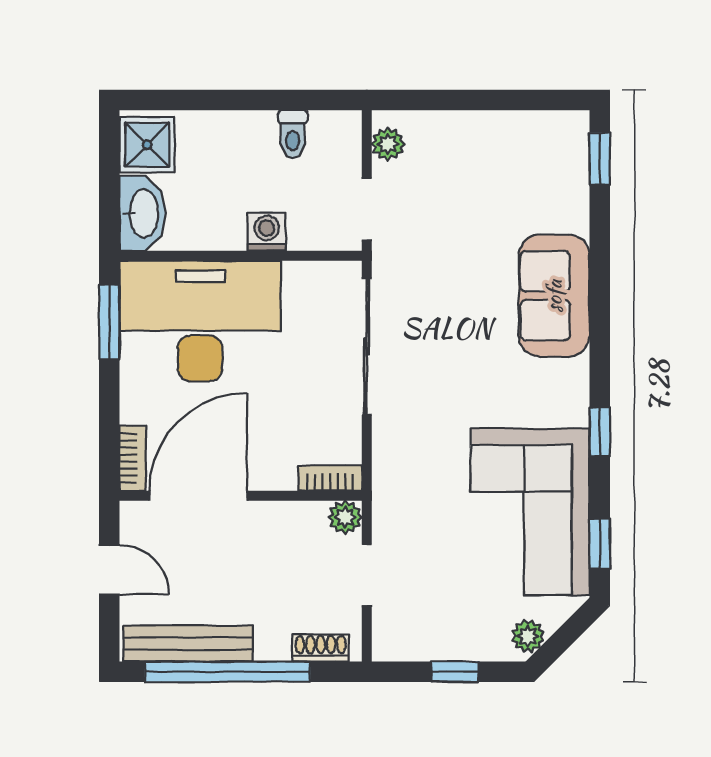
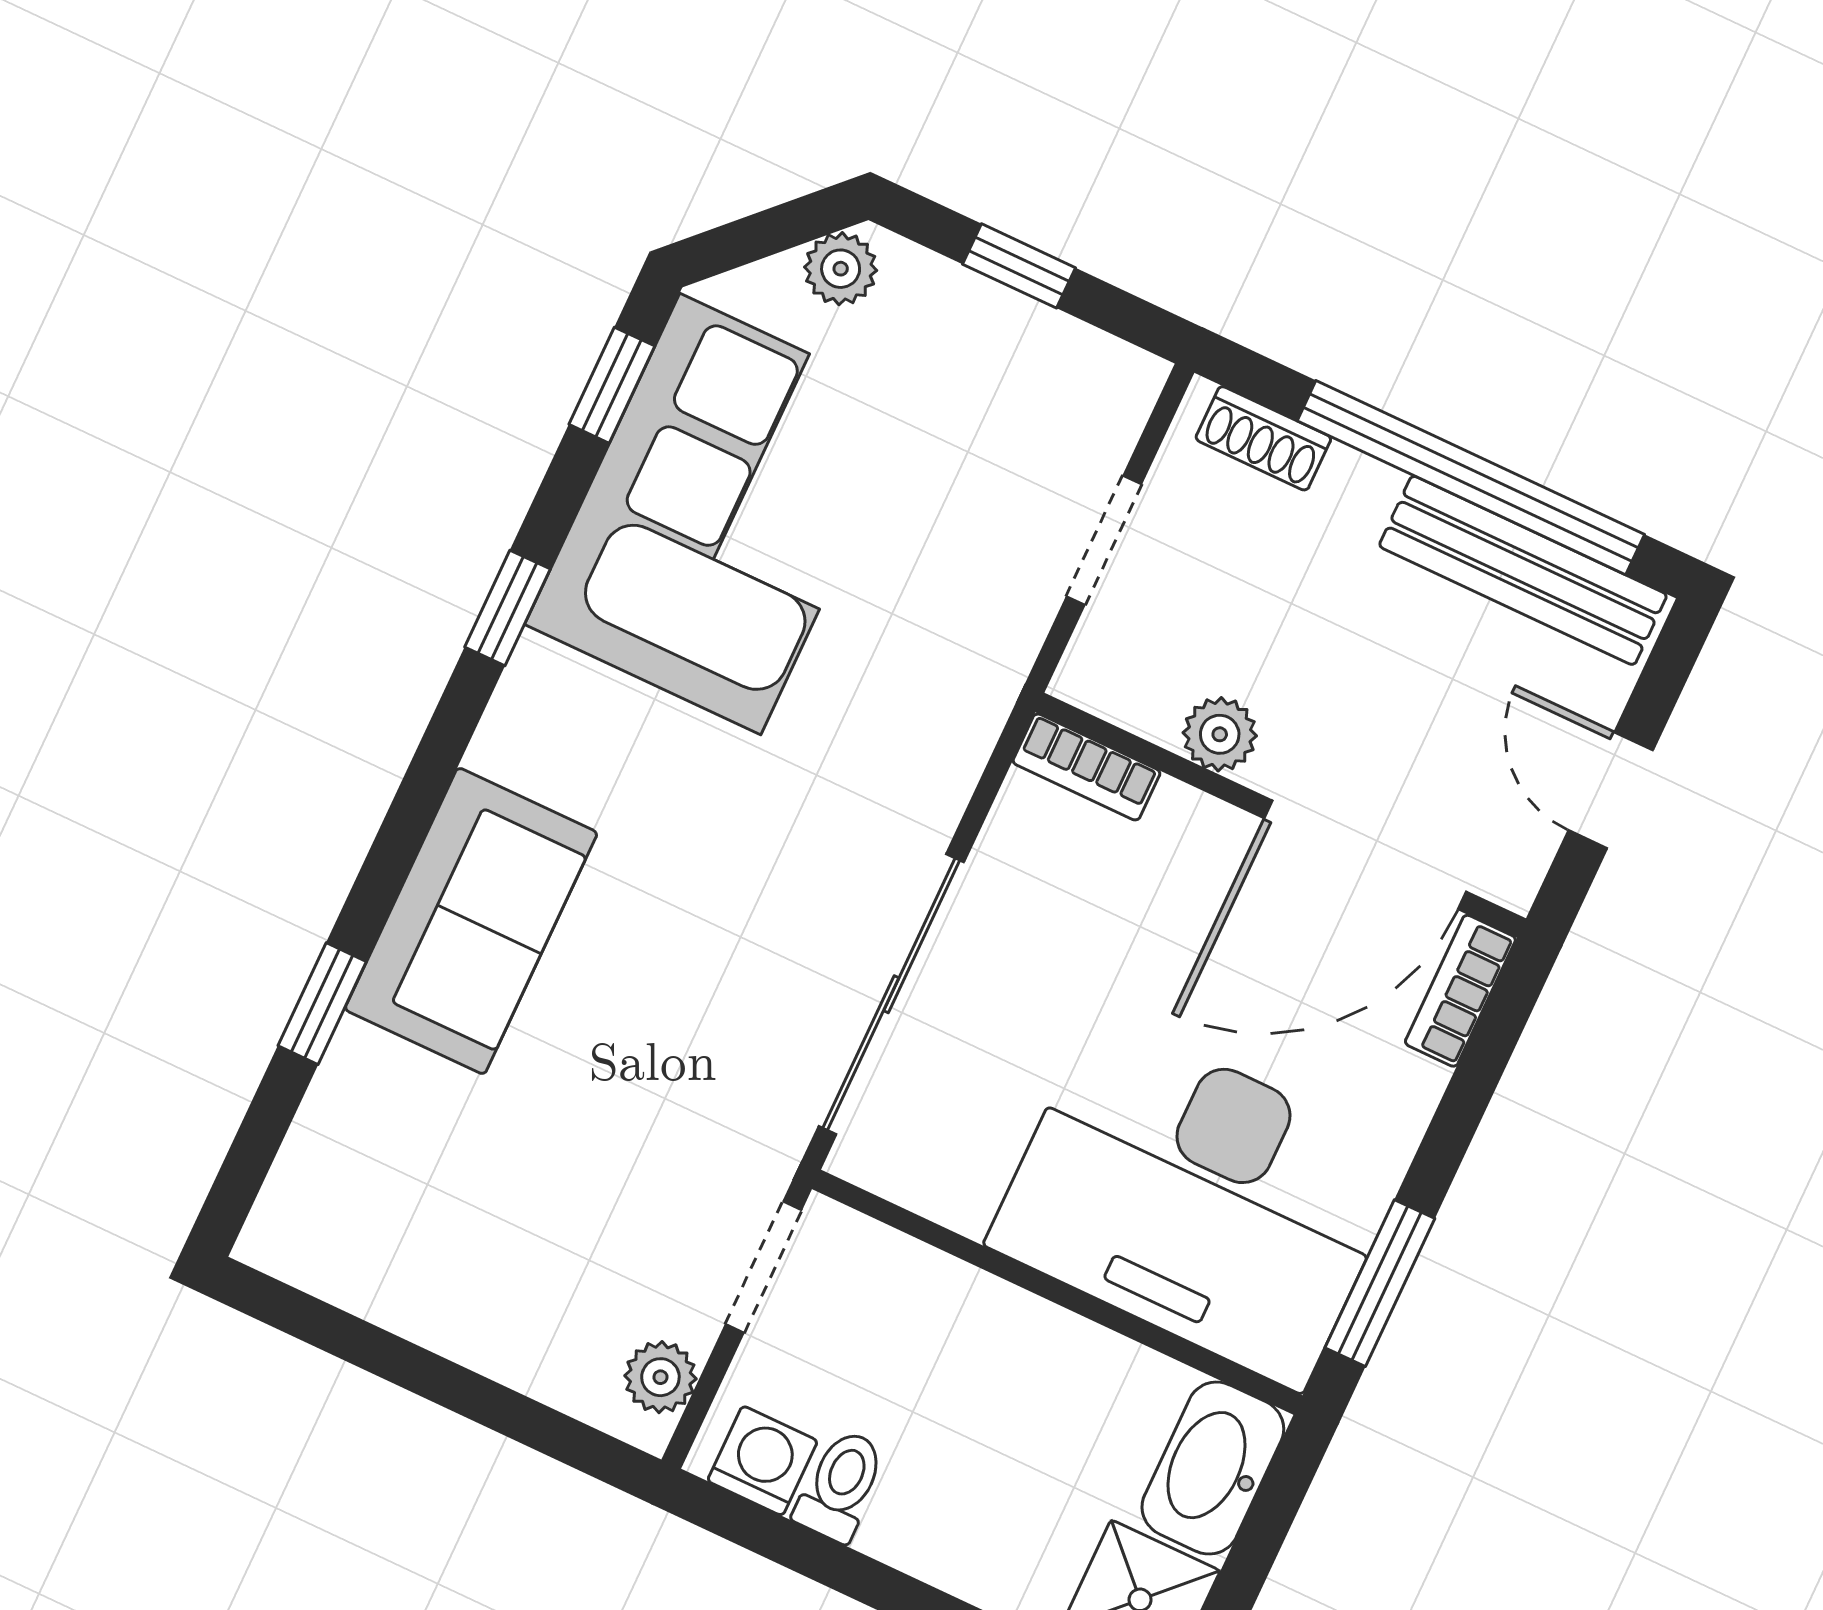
window: (600, 159) -> (322, 1004), moved
washing machine: (267, 232) -> (762, 1461), moved, turned 180
plant: (345, 517) -> (1220, 734), moved

